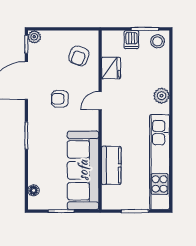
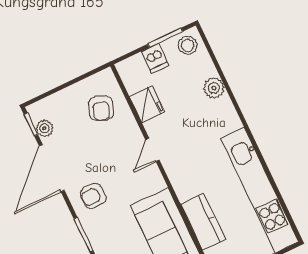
plant: (34, 37) -> (44, 128), moved
plant: (162, 96) -> (214, 88), moved
armchair: (60, 99) -> (93, 196), moved

